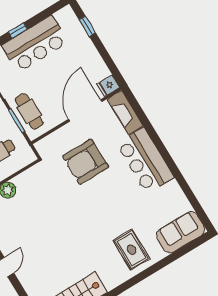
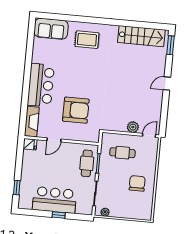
door: (85, 110) -> (54, 140), width x0.53
rug: (132, 250) -> (87, 40), turned 90

